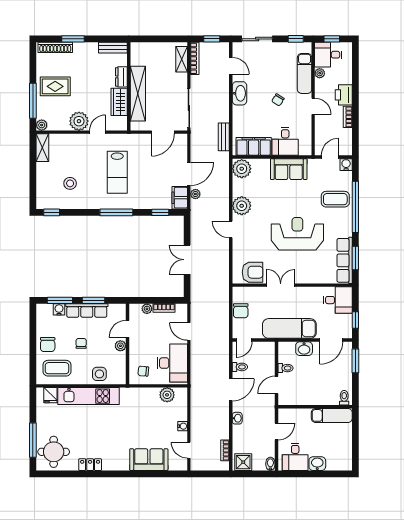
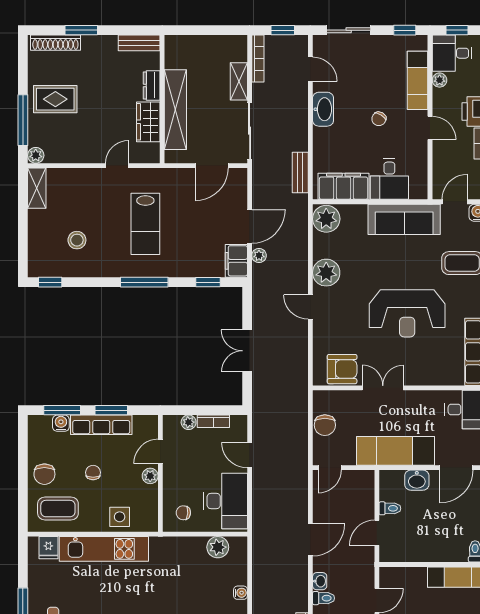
shelving: (182, 59) -> (239, 81), moved
plant: (79, 121) -> (90, 150), removed
sofa: (289, 169) -> (404, 219), width x1.36
reception desk: (297, 234) -> (407, 313), turned 180
toilet: (240, 367) -> (324, 598), moved

